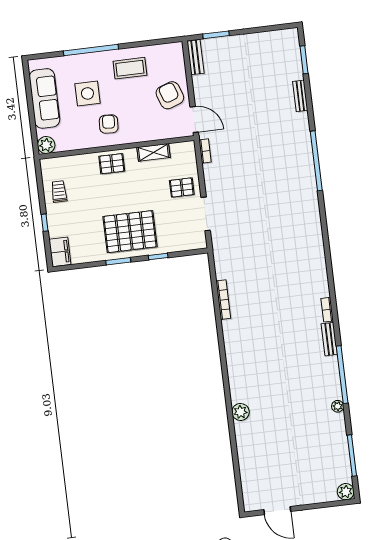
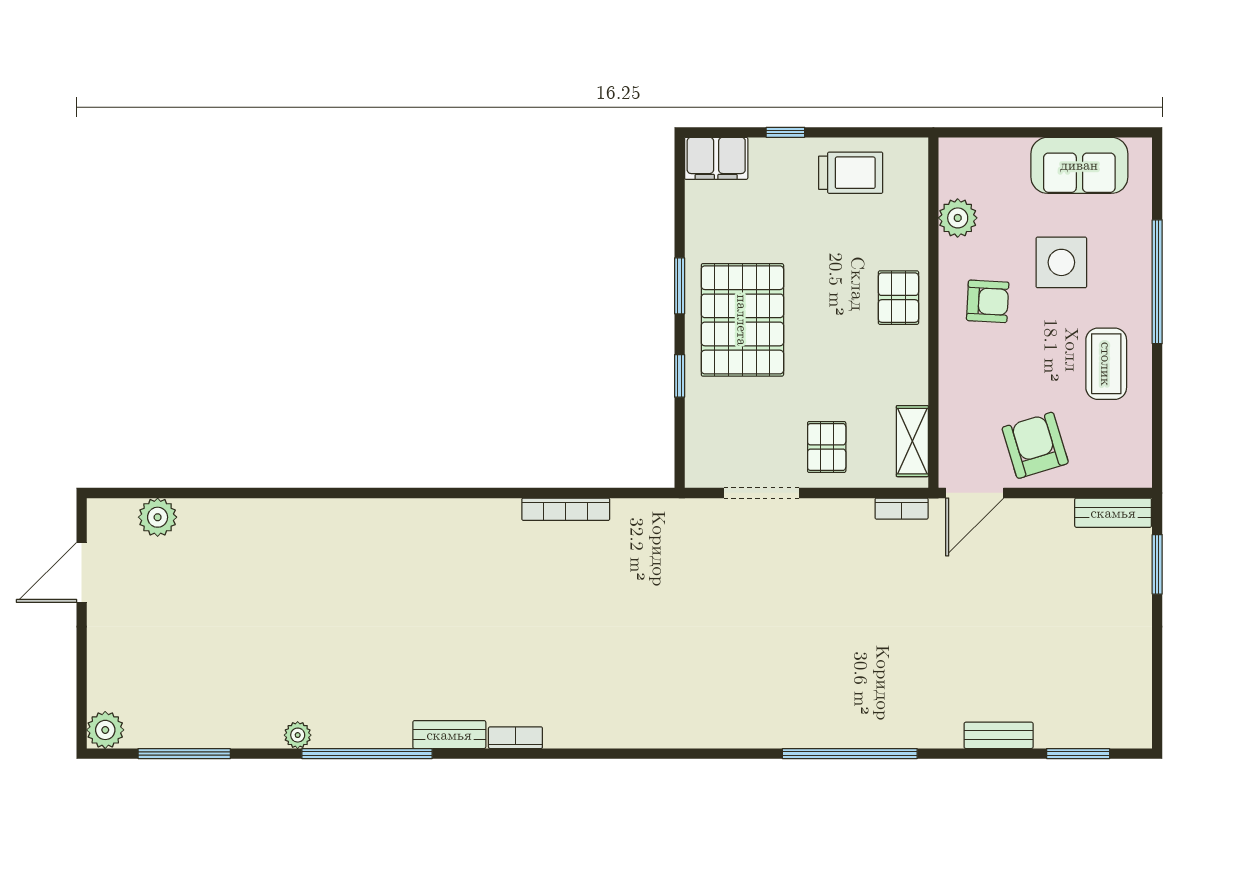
armchair: (170, 95) -> (1035, 445), turned -88
sofa: (44, 98) -> (1079, 165), width x0.73
plant: (46, 145) -> (958, 218), moved
shelving: (153, 152) -> (912, 441), moved
trolley: (59, 192) -> (851, 173), width x1.36, depth x1.39
plant: (240, 412) -> (158, 517), moved

